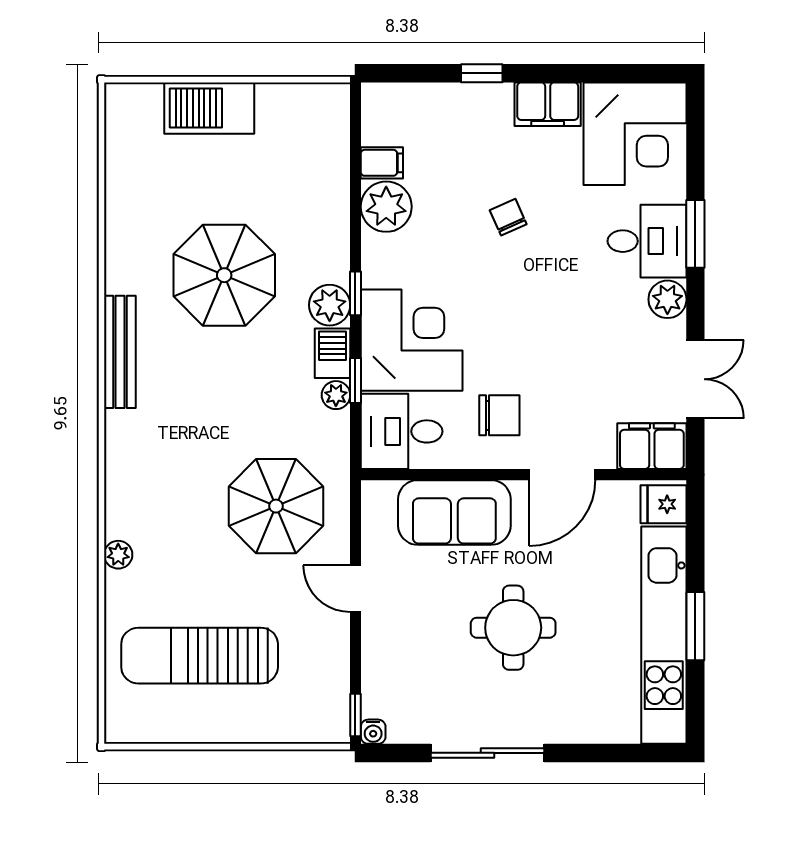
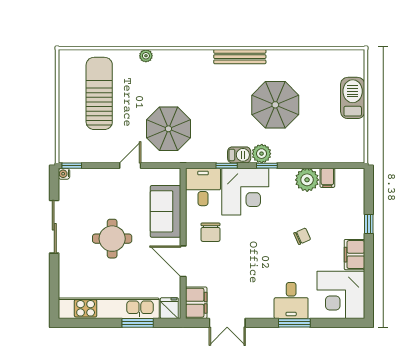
plant: (667, 299) -> (264, 310), removed
plant: (336, 395) -> (220, 157), removed
window: (695, 626) -> (138, 323), moved

